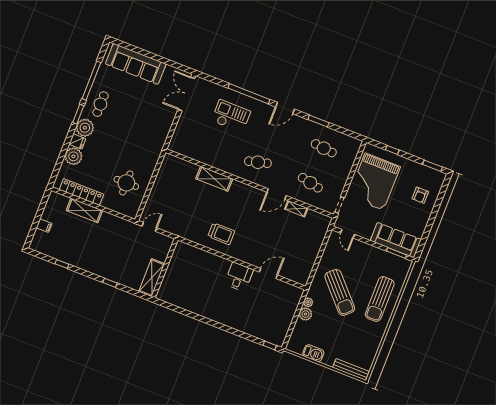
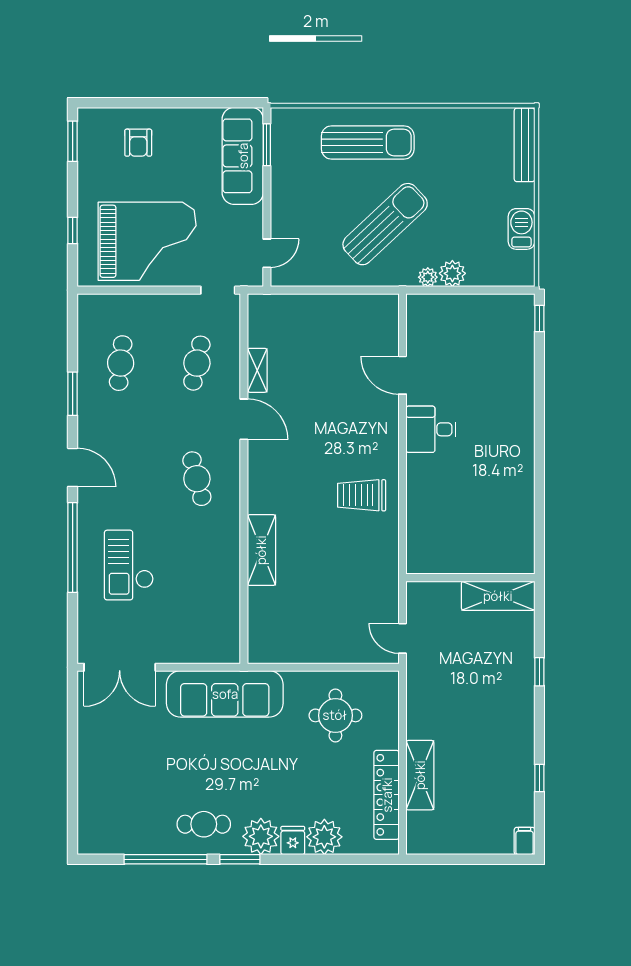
sofa: (136, 64) -> (225, 694), moved, turned 90
armchair: (420, 195) -> (138, 143), turned 90
filing cabinet: (44, 226) -> (525, 841), moved
trolley: (221, 234) -> (362, 495), turned -90

